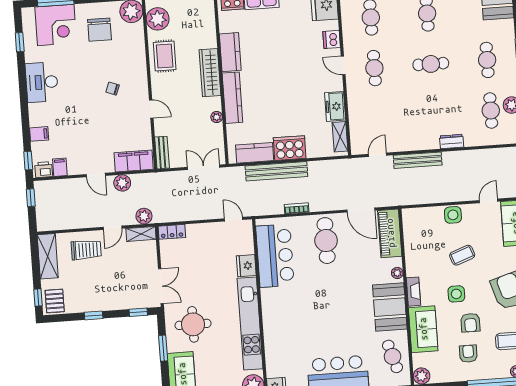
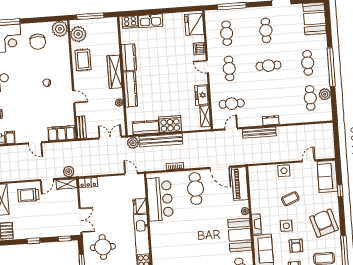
cafe table: (378, 119) -> (232, 104), added
dresser: (452, 141) -> (271, 120), moved
plant: (122, 183) -> (133, 143), moved
trolley: (86, 250) -> (28, 195), turned 180

